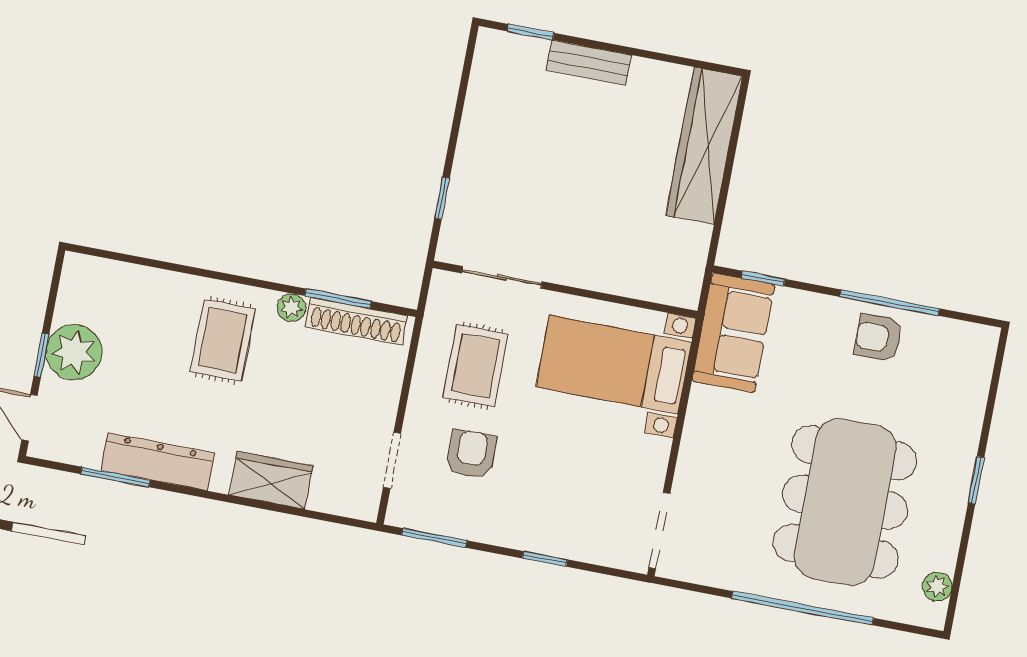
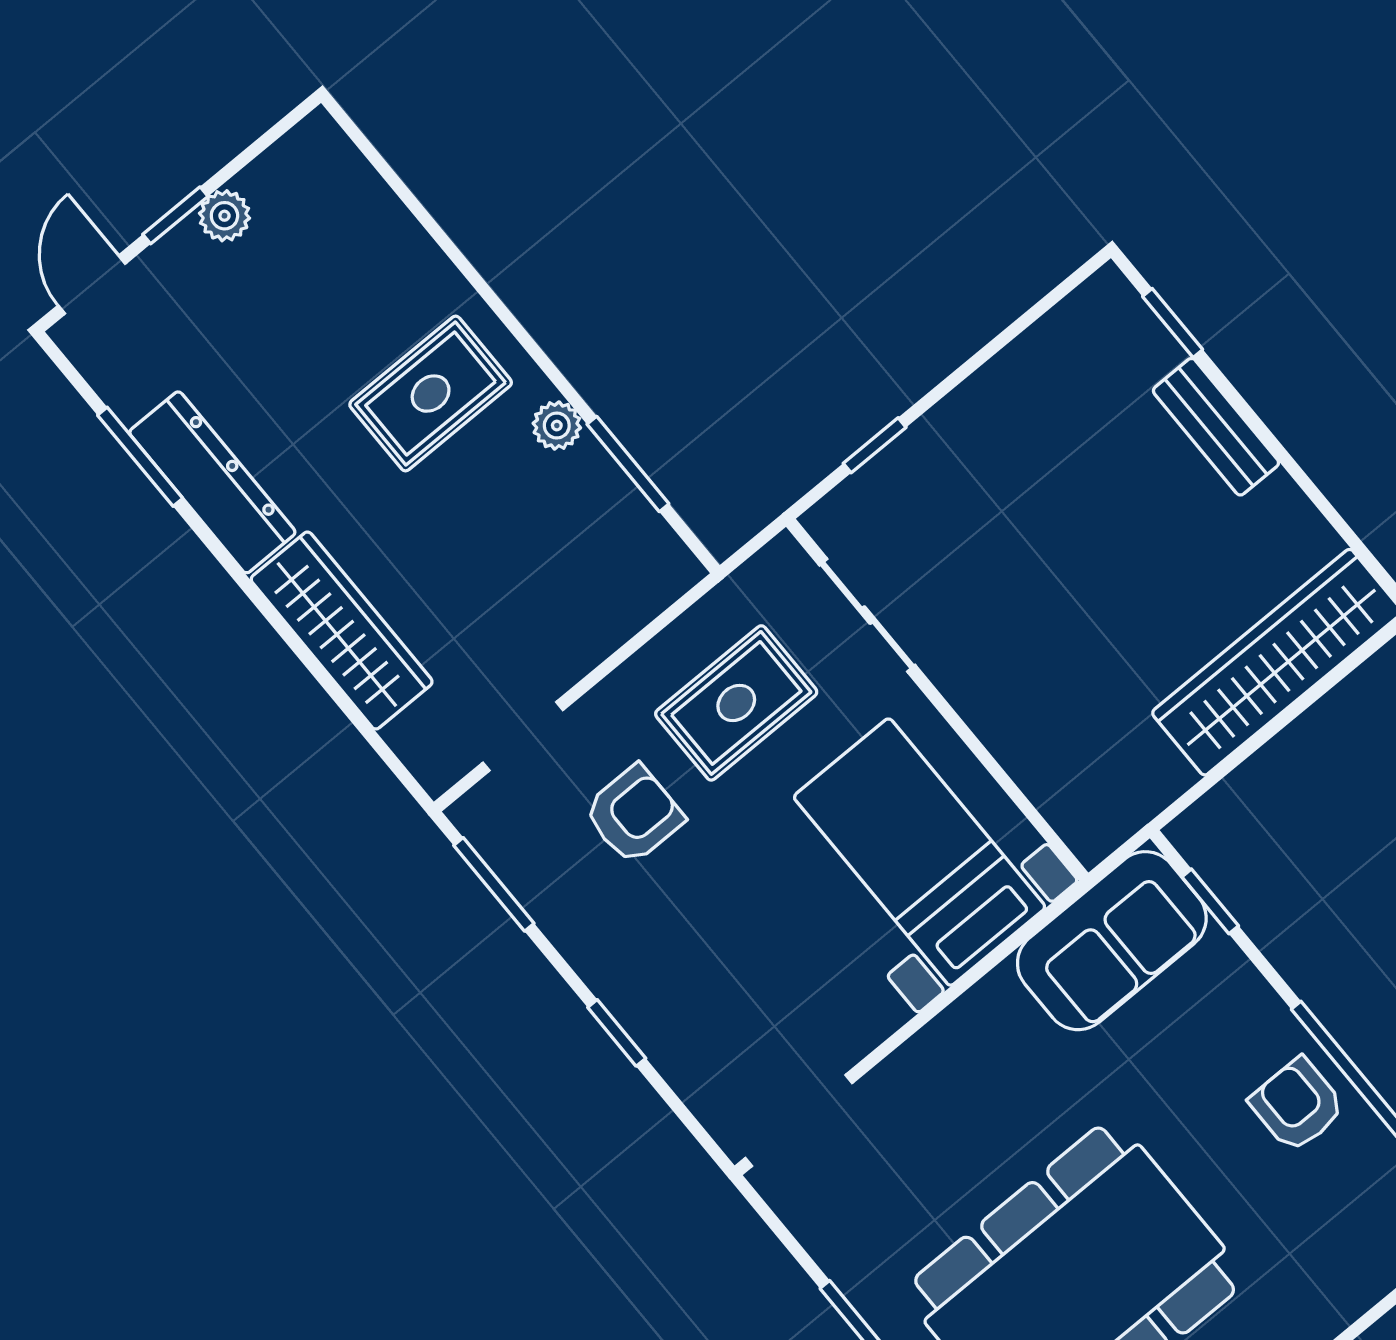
shoe rack: (356, 321) -> (627, 514), removed
plant: (74, 352) -> (224, 216), width x0.53, depth x0.53
wardrobe: (271, 480) -> (342, 631), width x1.50

